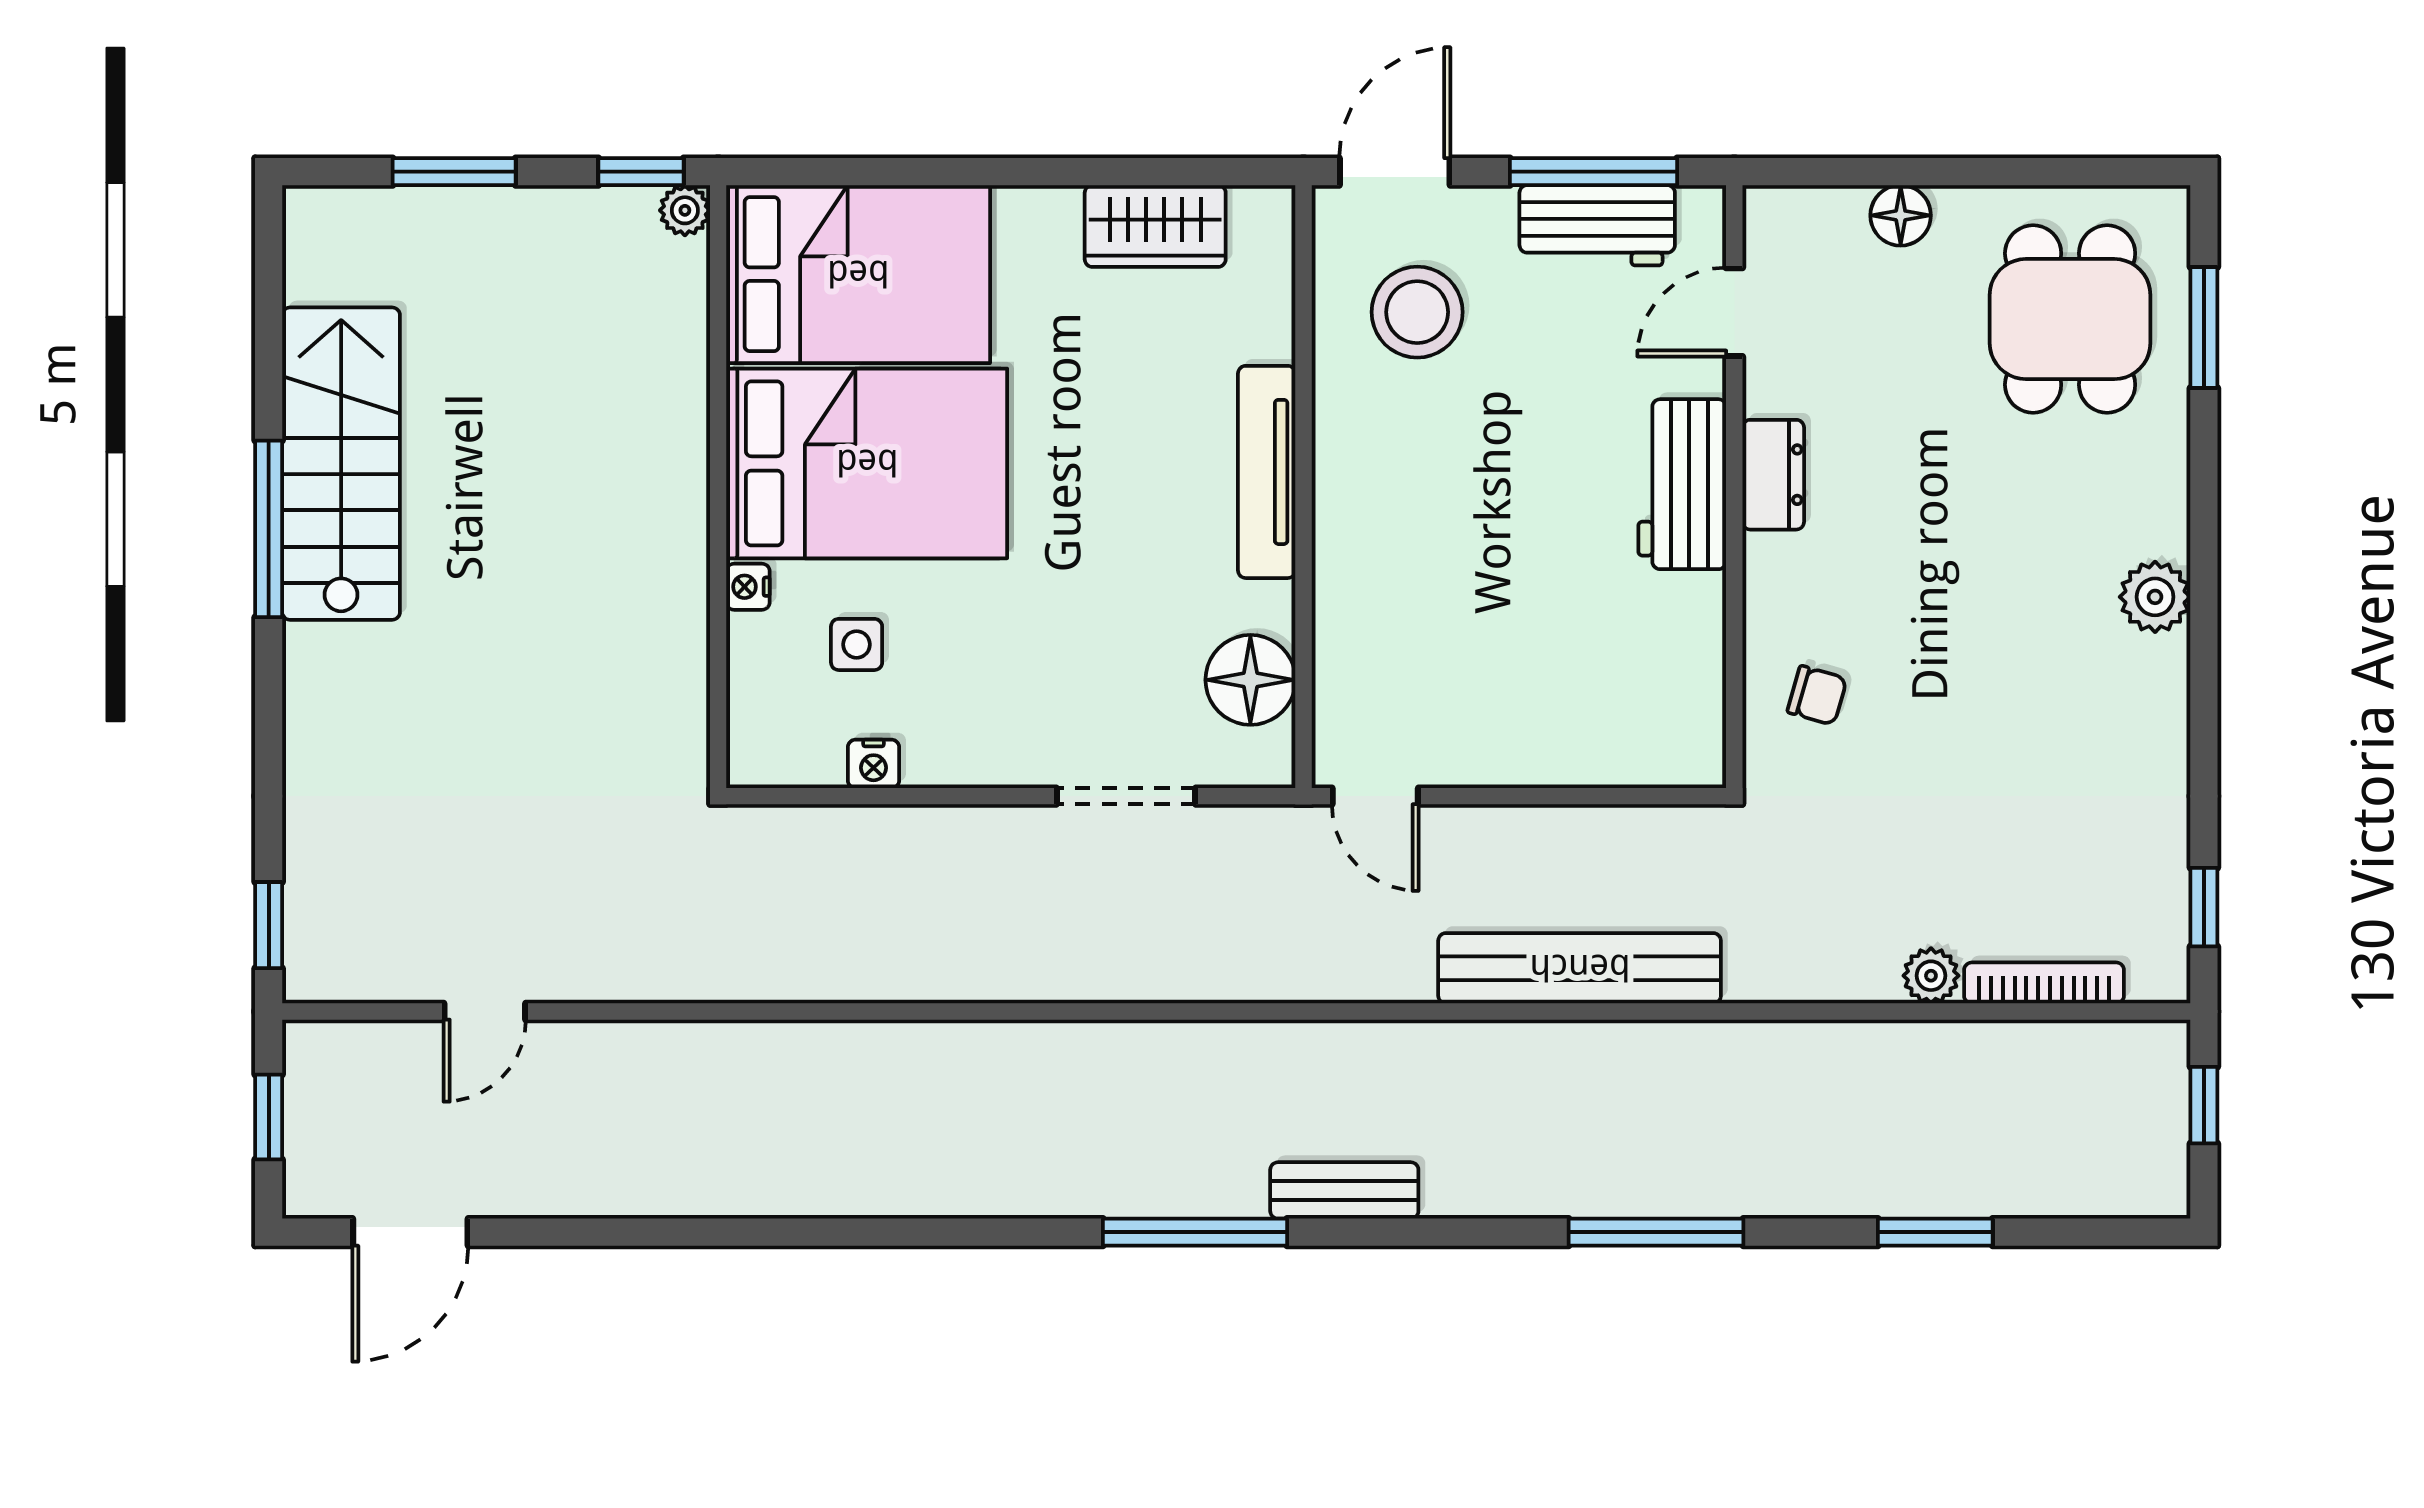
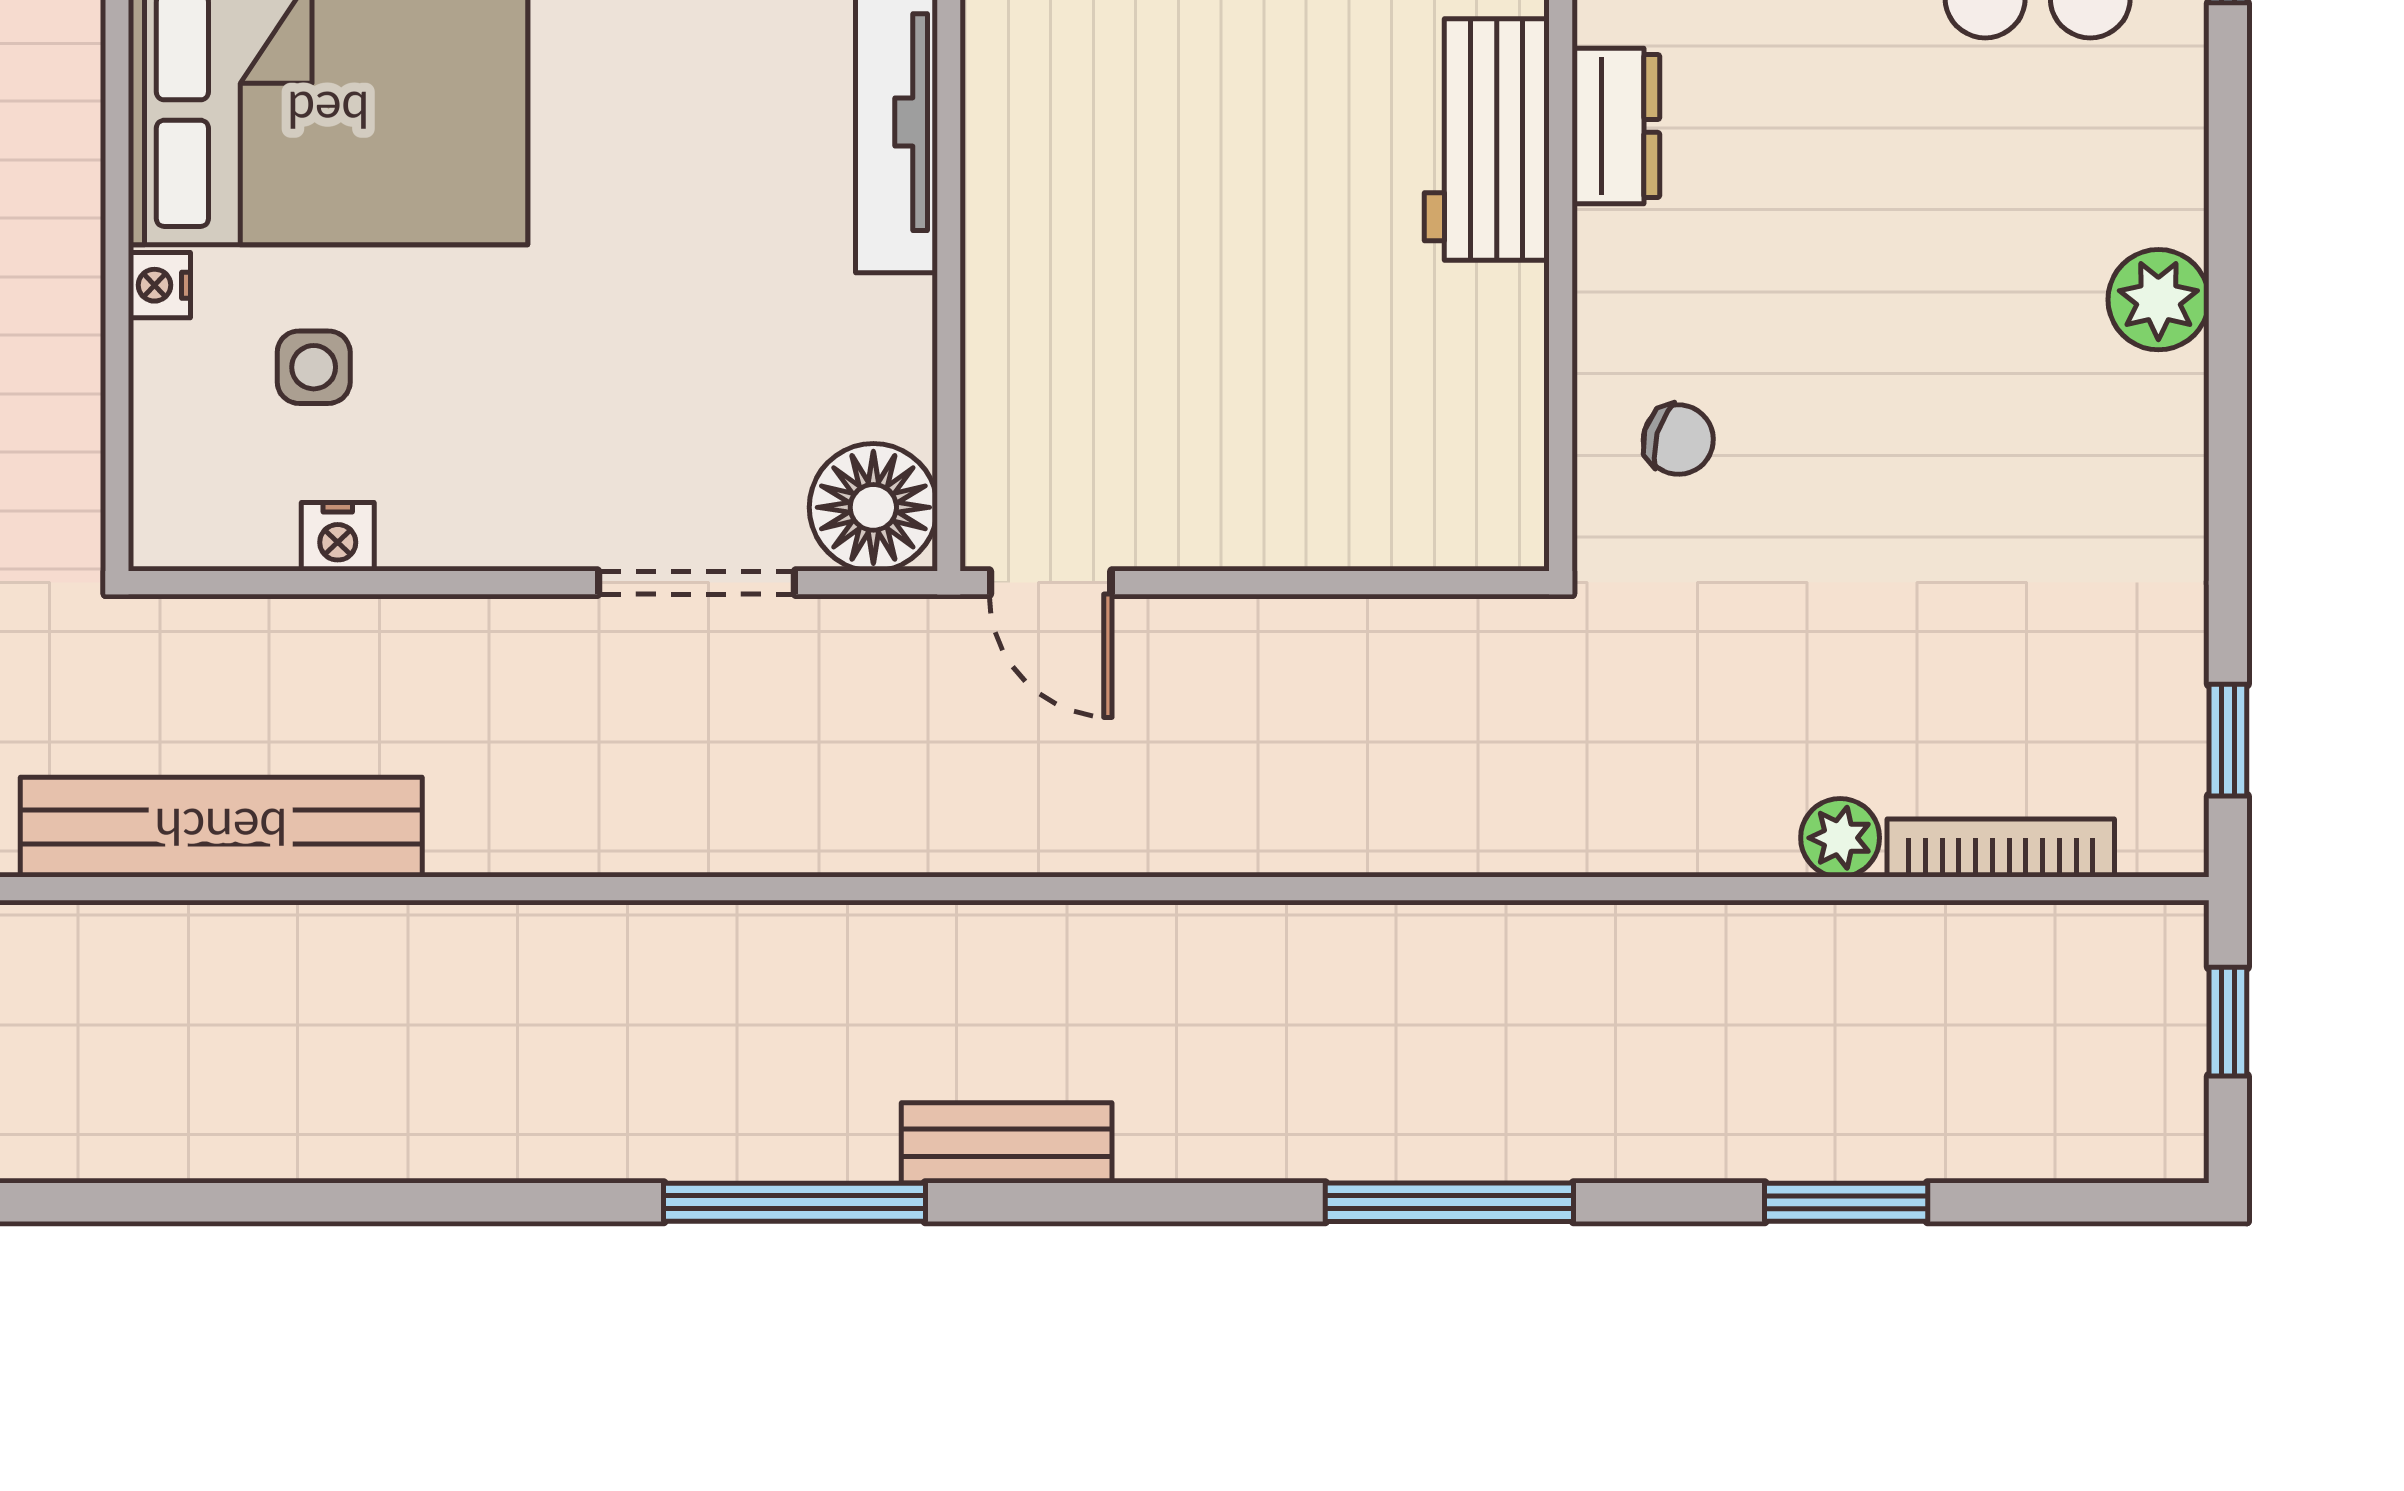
floor lamp: (1250, 680) -> (873, 507), moved
bench: (1580, 968) -> (221, 827), moved

